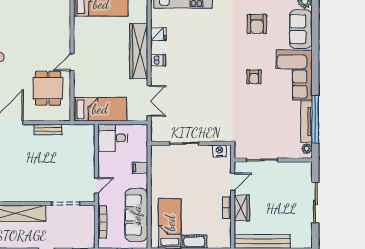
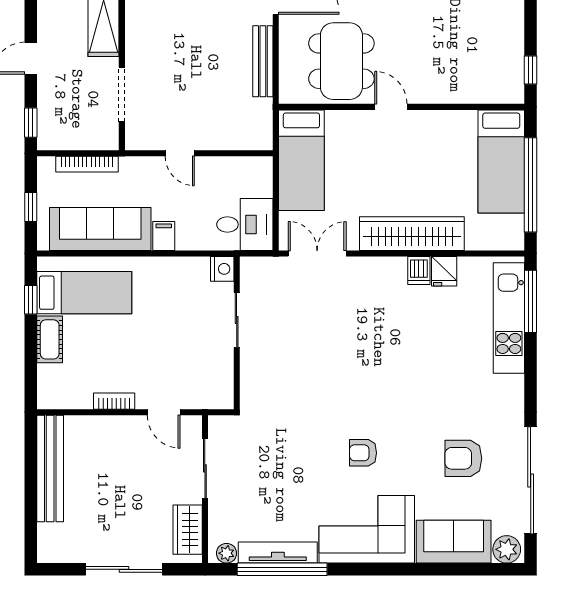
dishwasher: (158, 60) -> (419, 270), moved
dining table: (48, 88) -> (341, 61), width x1.38
double door: (149, 101) -> (317, 253), swing flipped
bench: (48, 129) -> (263, 61), width x1.36
desk: (113, 138) -> (245, 225), moved, turned 90
nightstand: (220, 151) -> (222, 269), moved
filing cabinet: (140, 168) -> (164, 236), moved
door: (96, 185) -> (180, 153), moved
wardrobe: (242, 208) -> (188, 530), moved, turned 90

